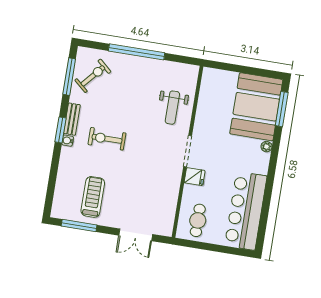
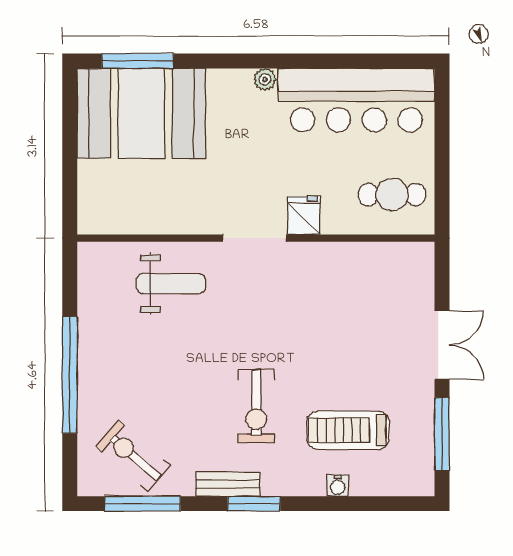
water cooler: (68, 141) -> (338, 486), moved
plant: (266, 147) -> (265, 79), moved
treadmill: (93, 197) -> (348, 430), moved
double door: (136, 235) -> (442, 345), moved

